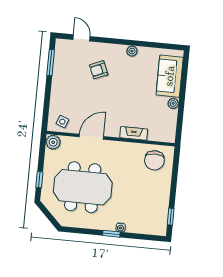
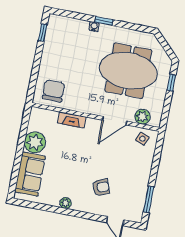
plant: (173, 103) -> (35, 142), width x1.88, depth x1.88
plant: (53, 142) -> (142, 117), moved

